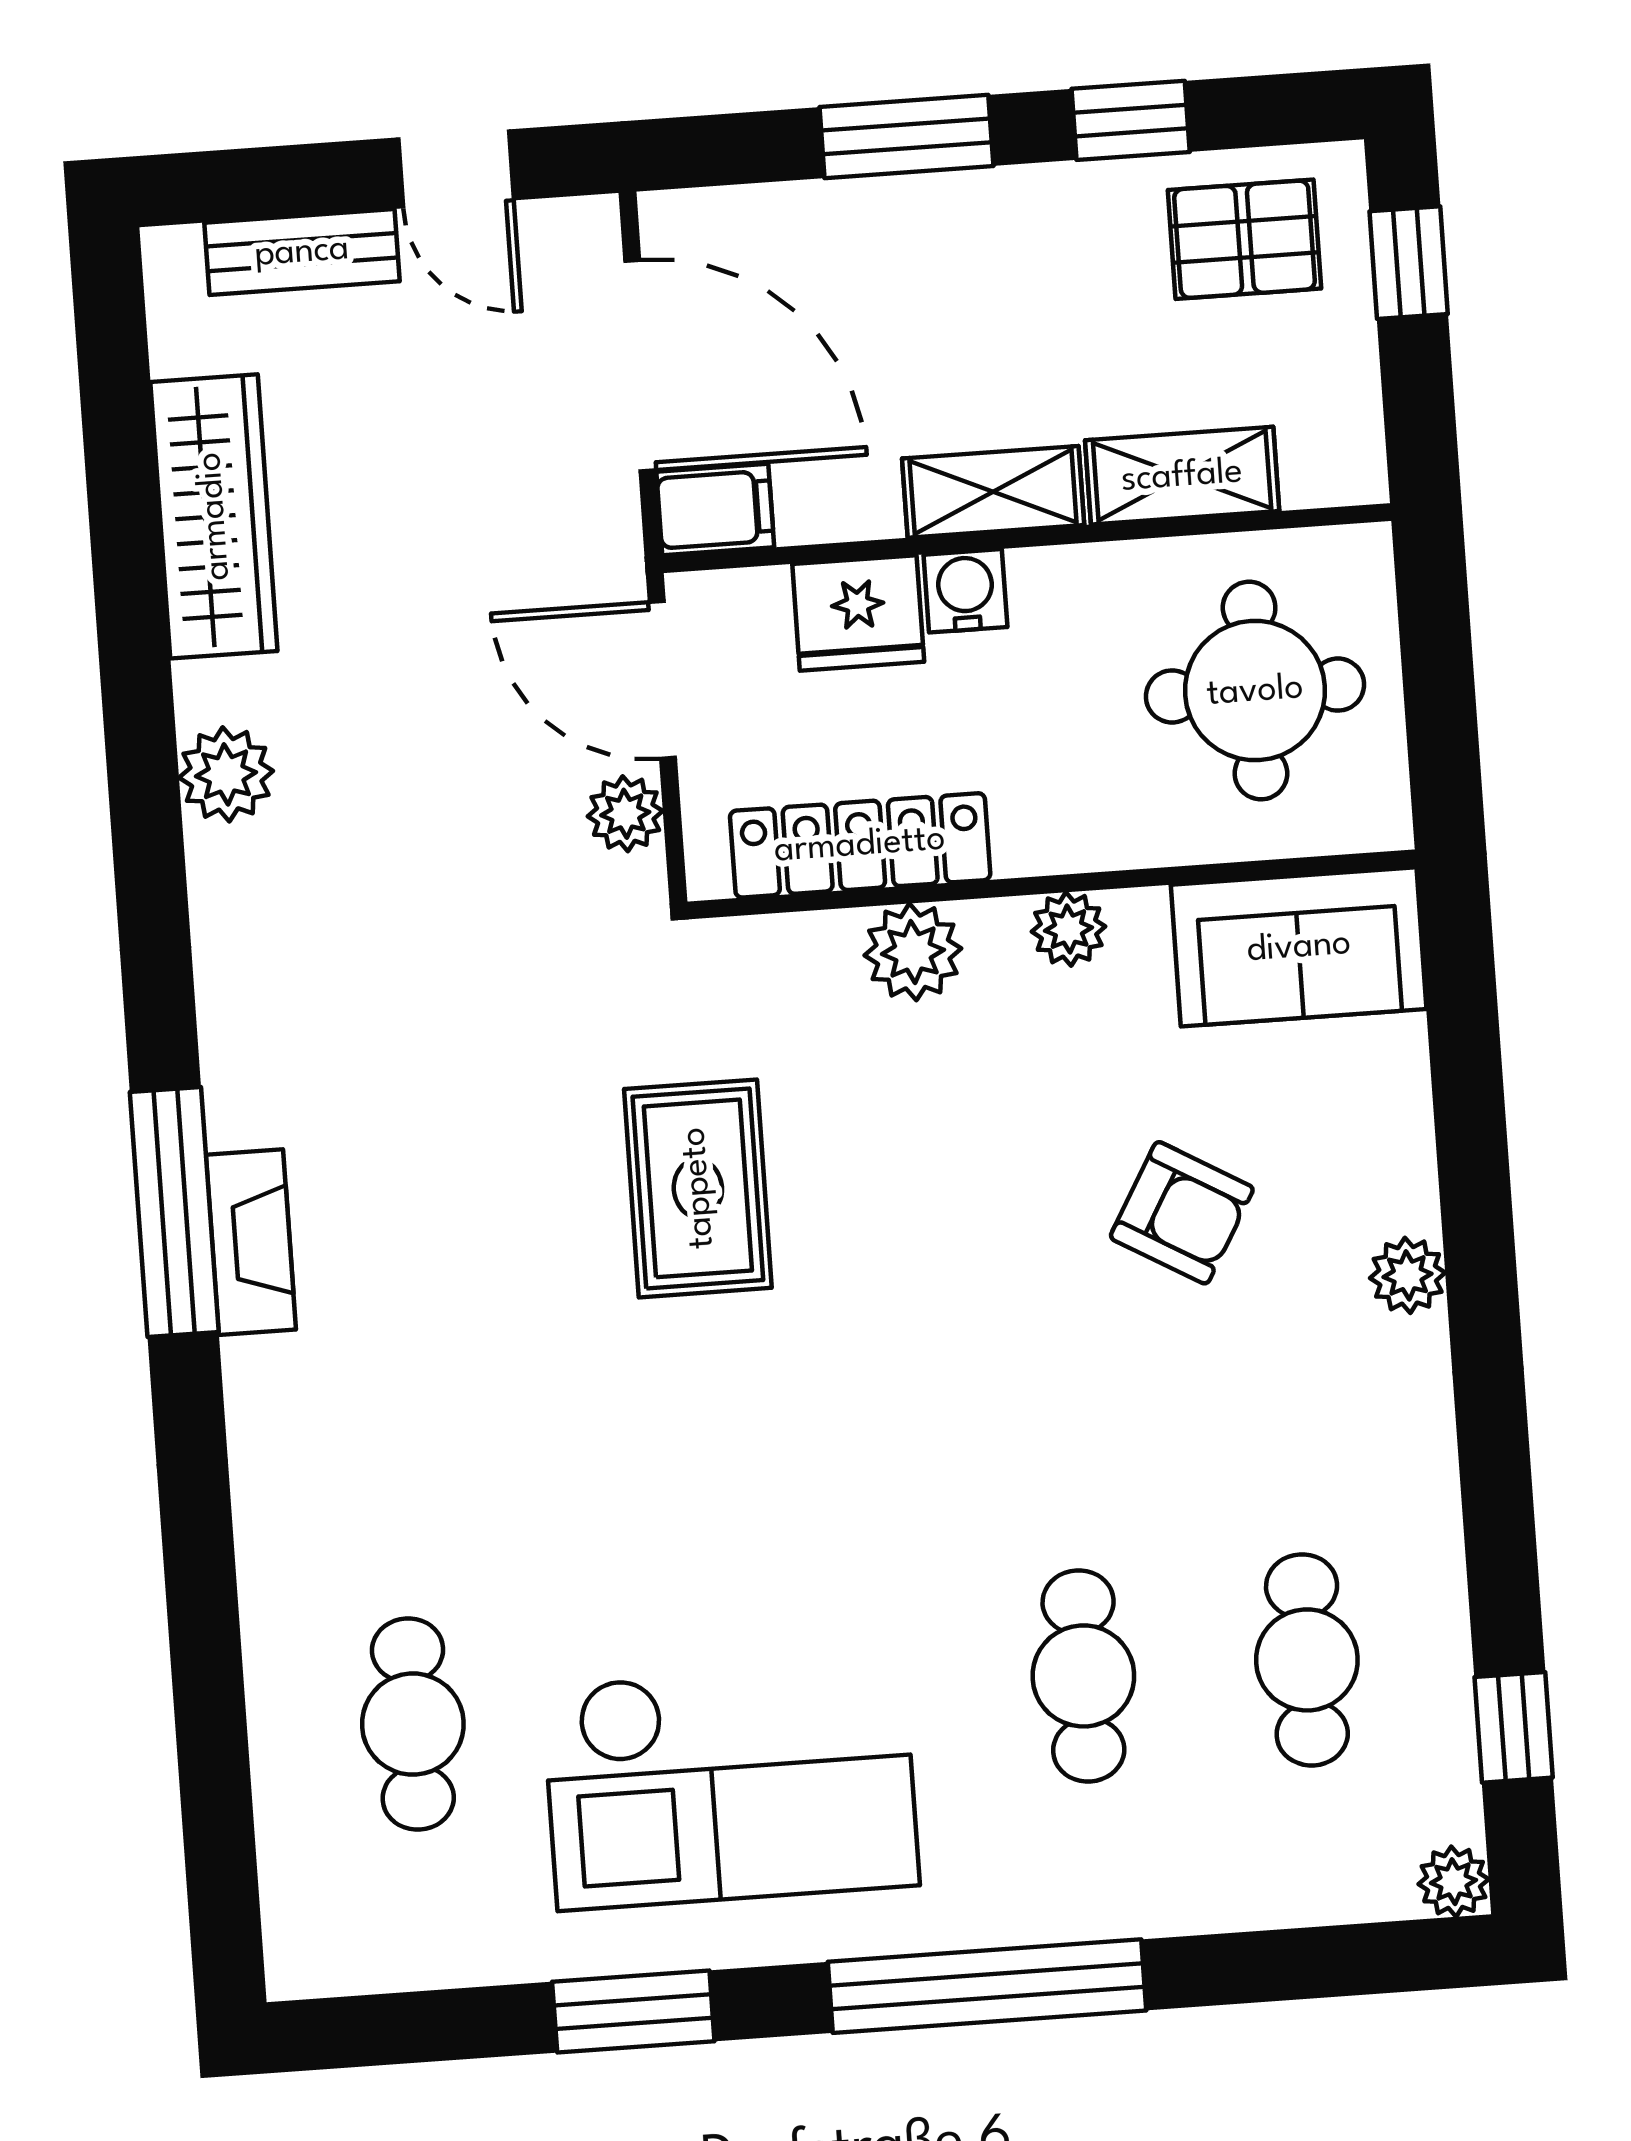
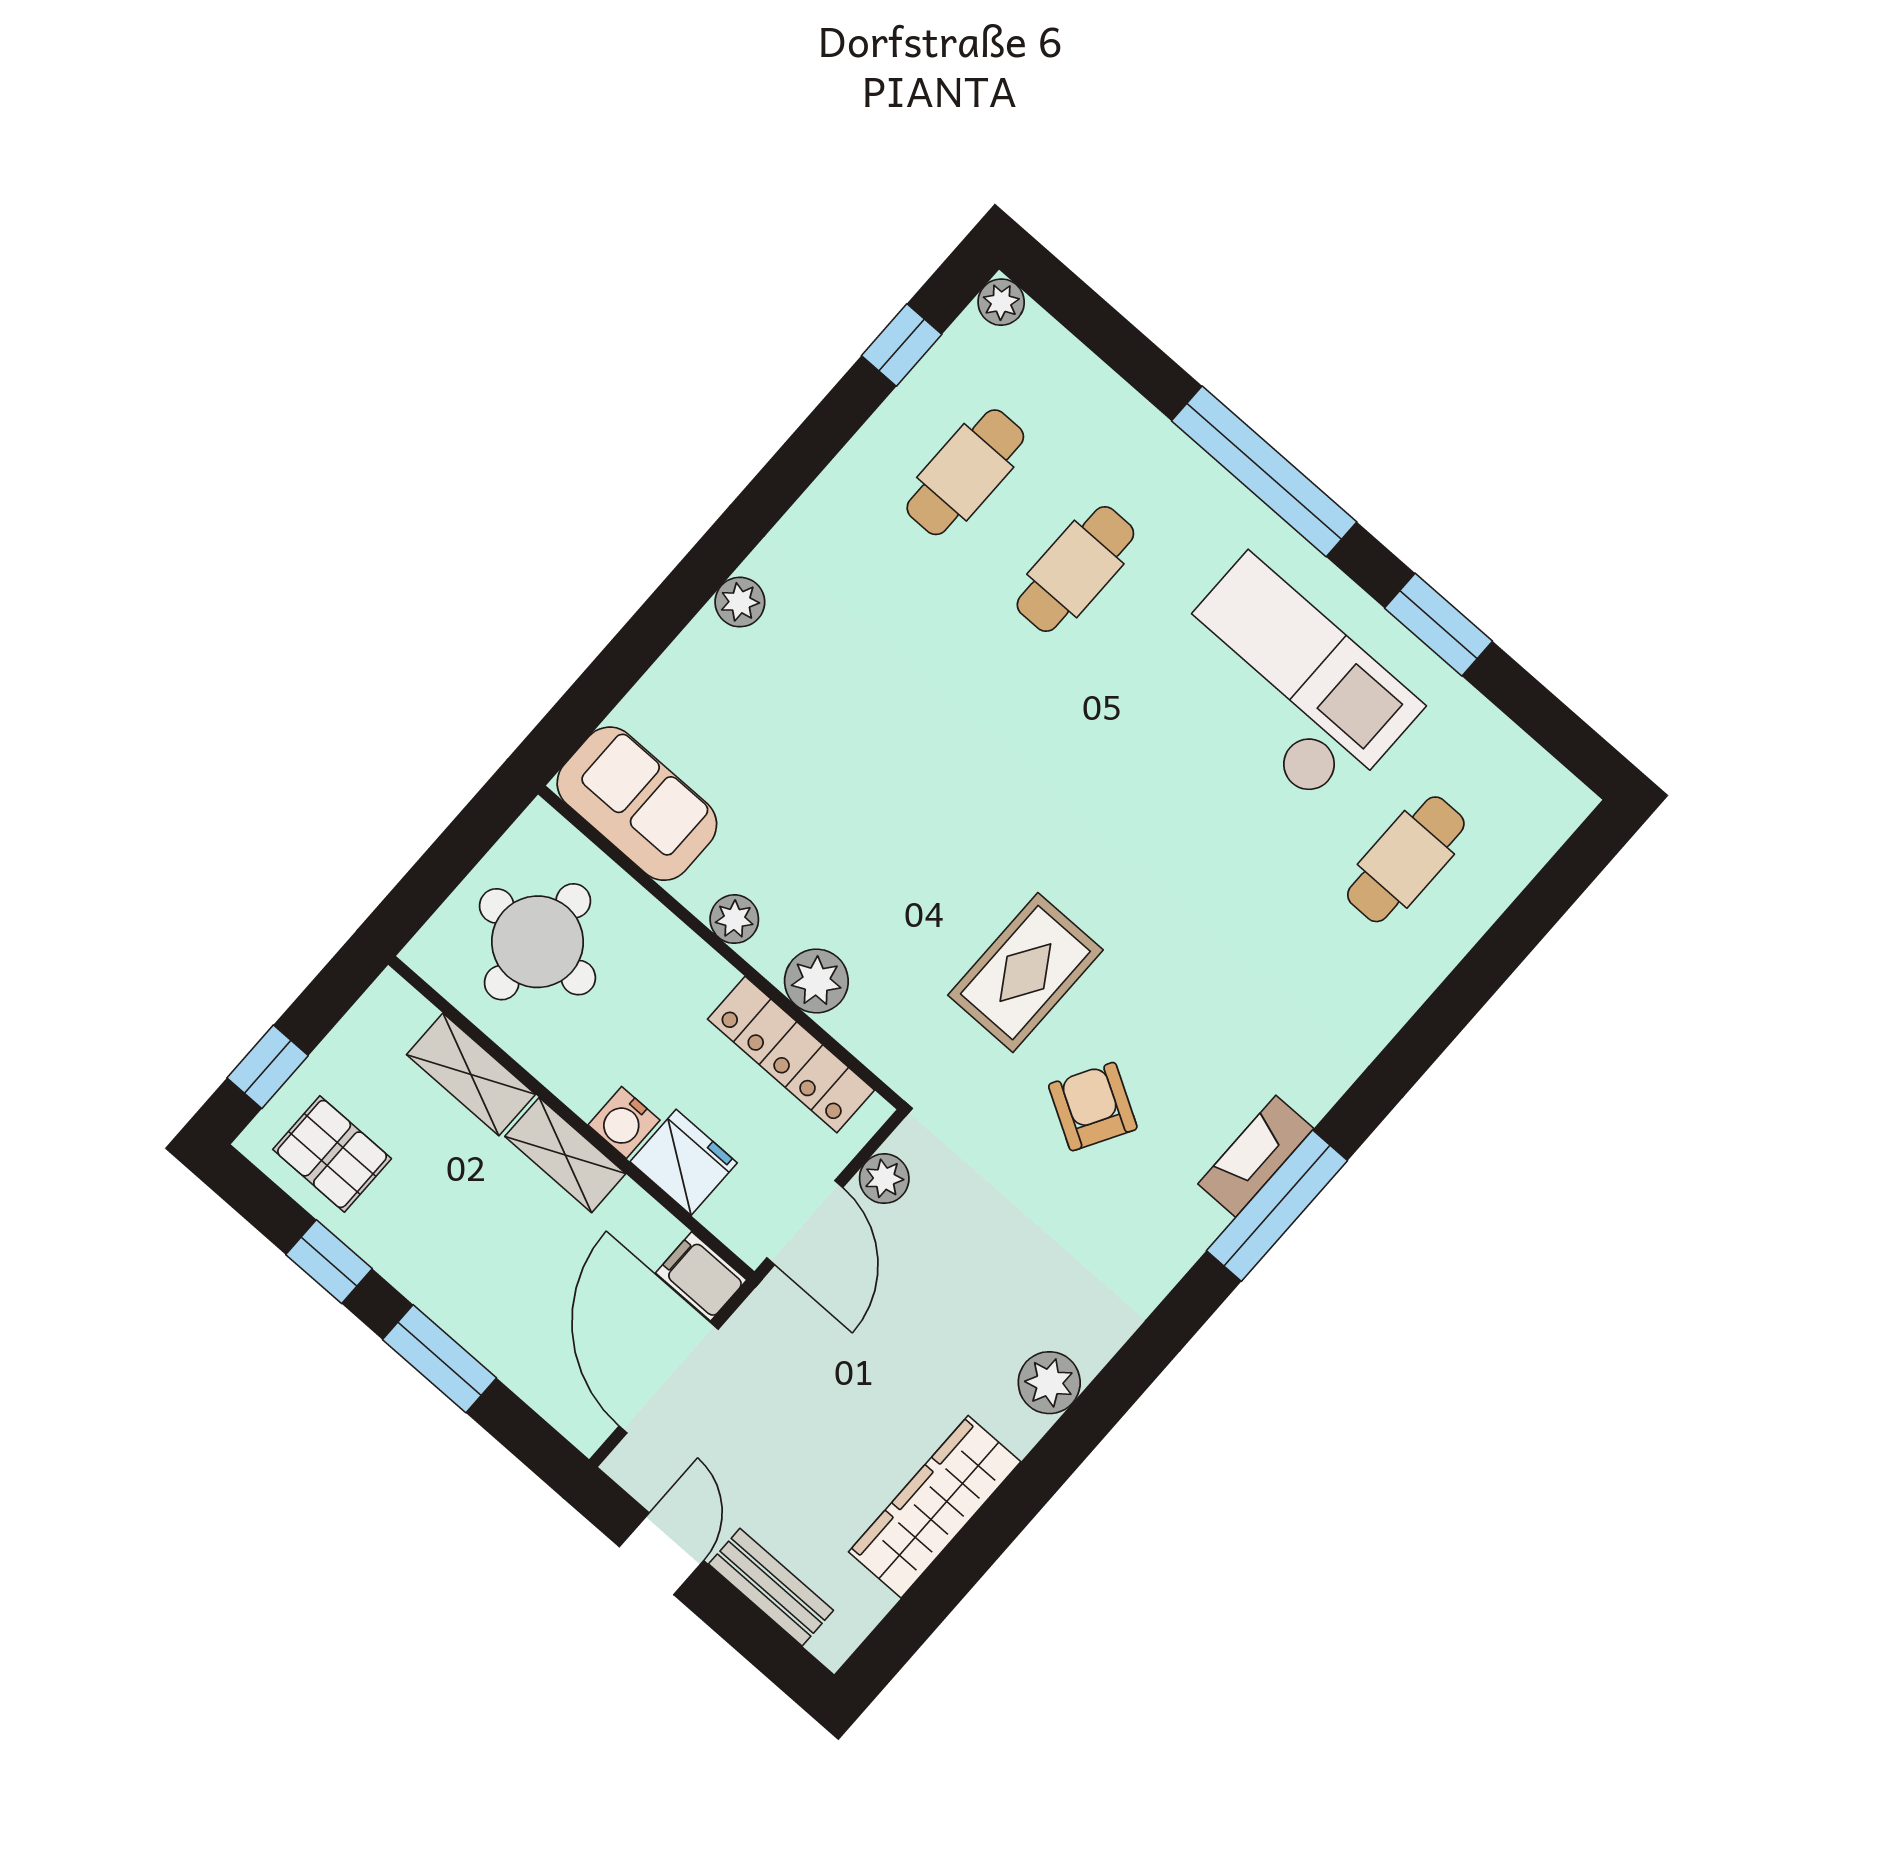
armchair: (1182, 1213) -> (1093, 1107), moved

